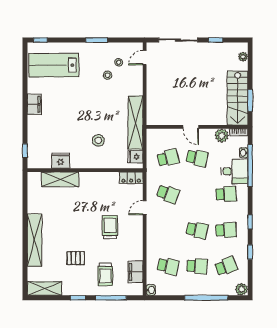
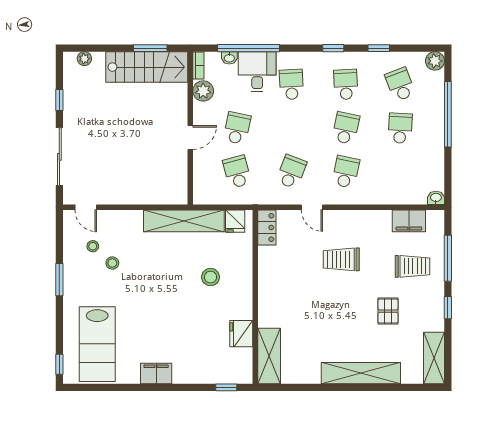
shelving: (60, 179) -> (269, 356), moved
school desk: (168, 266) -> (346, 172), moved

